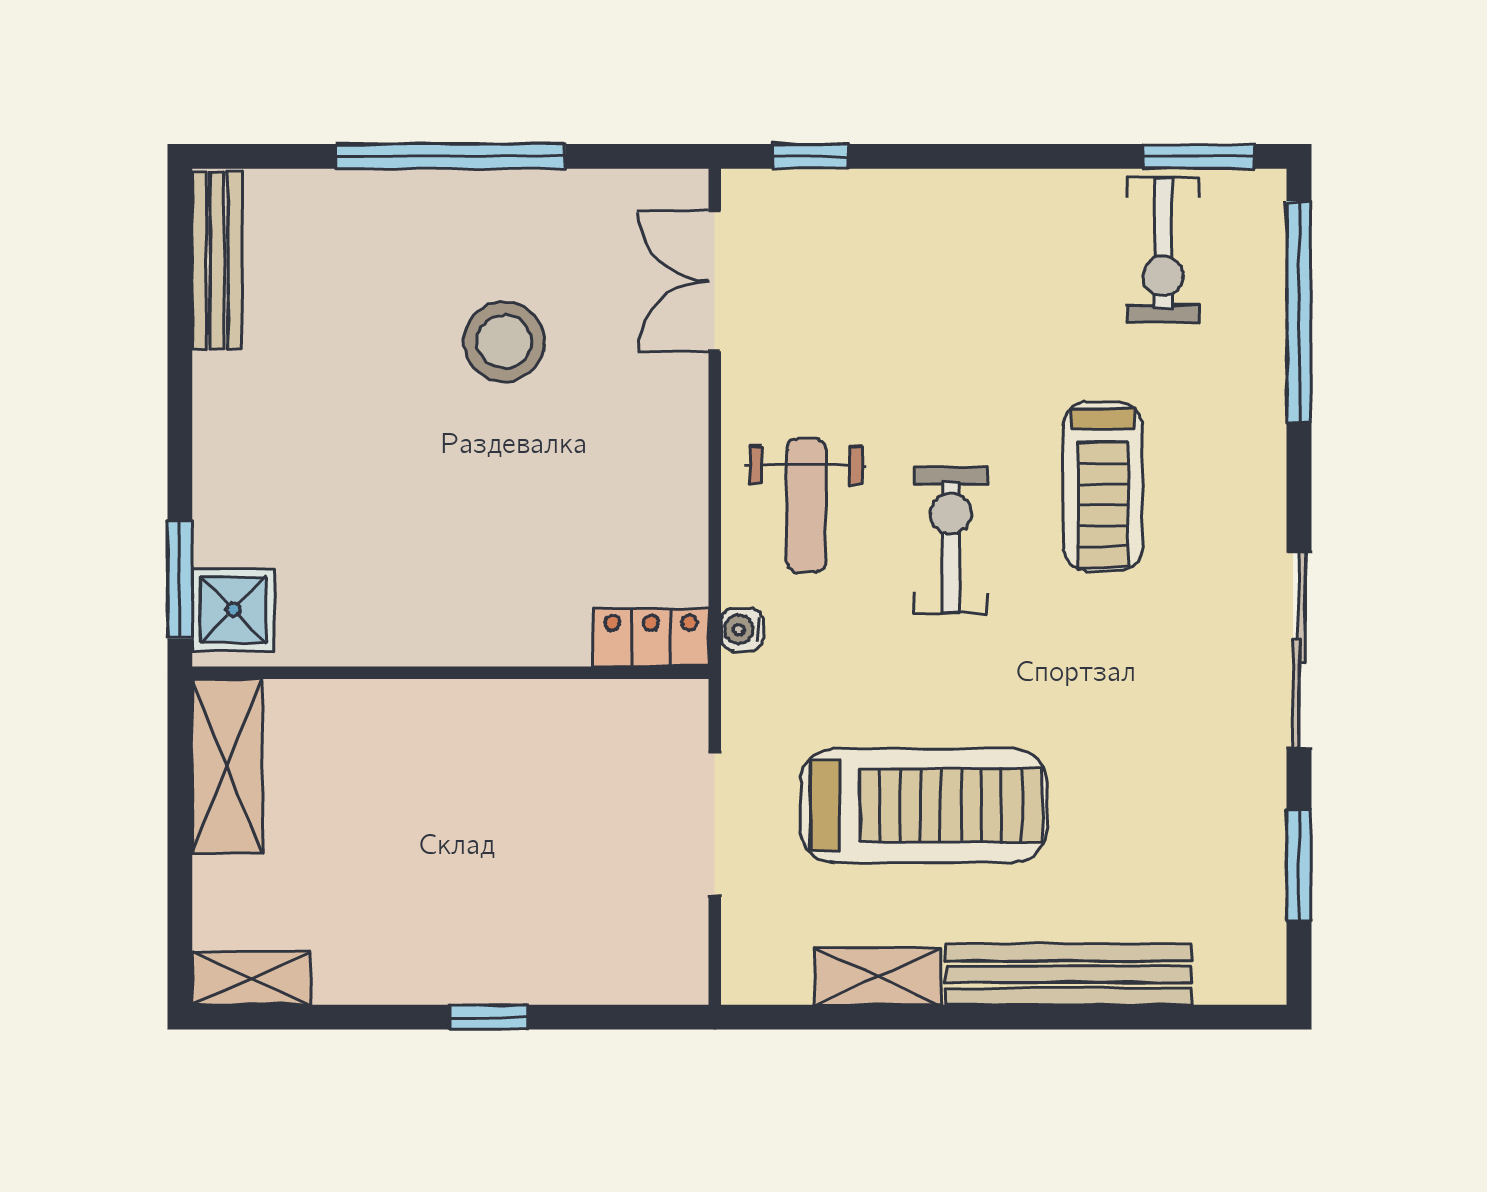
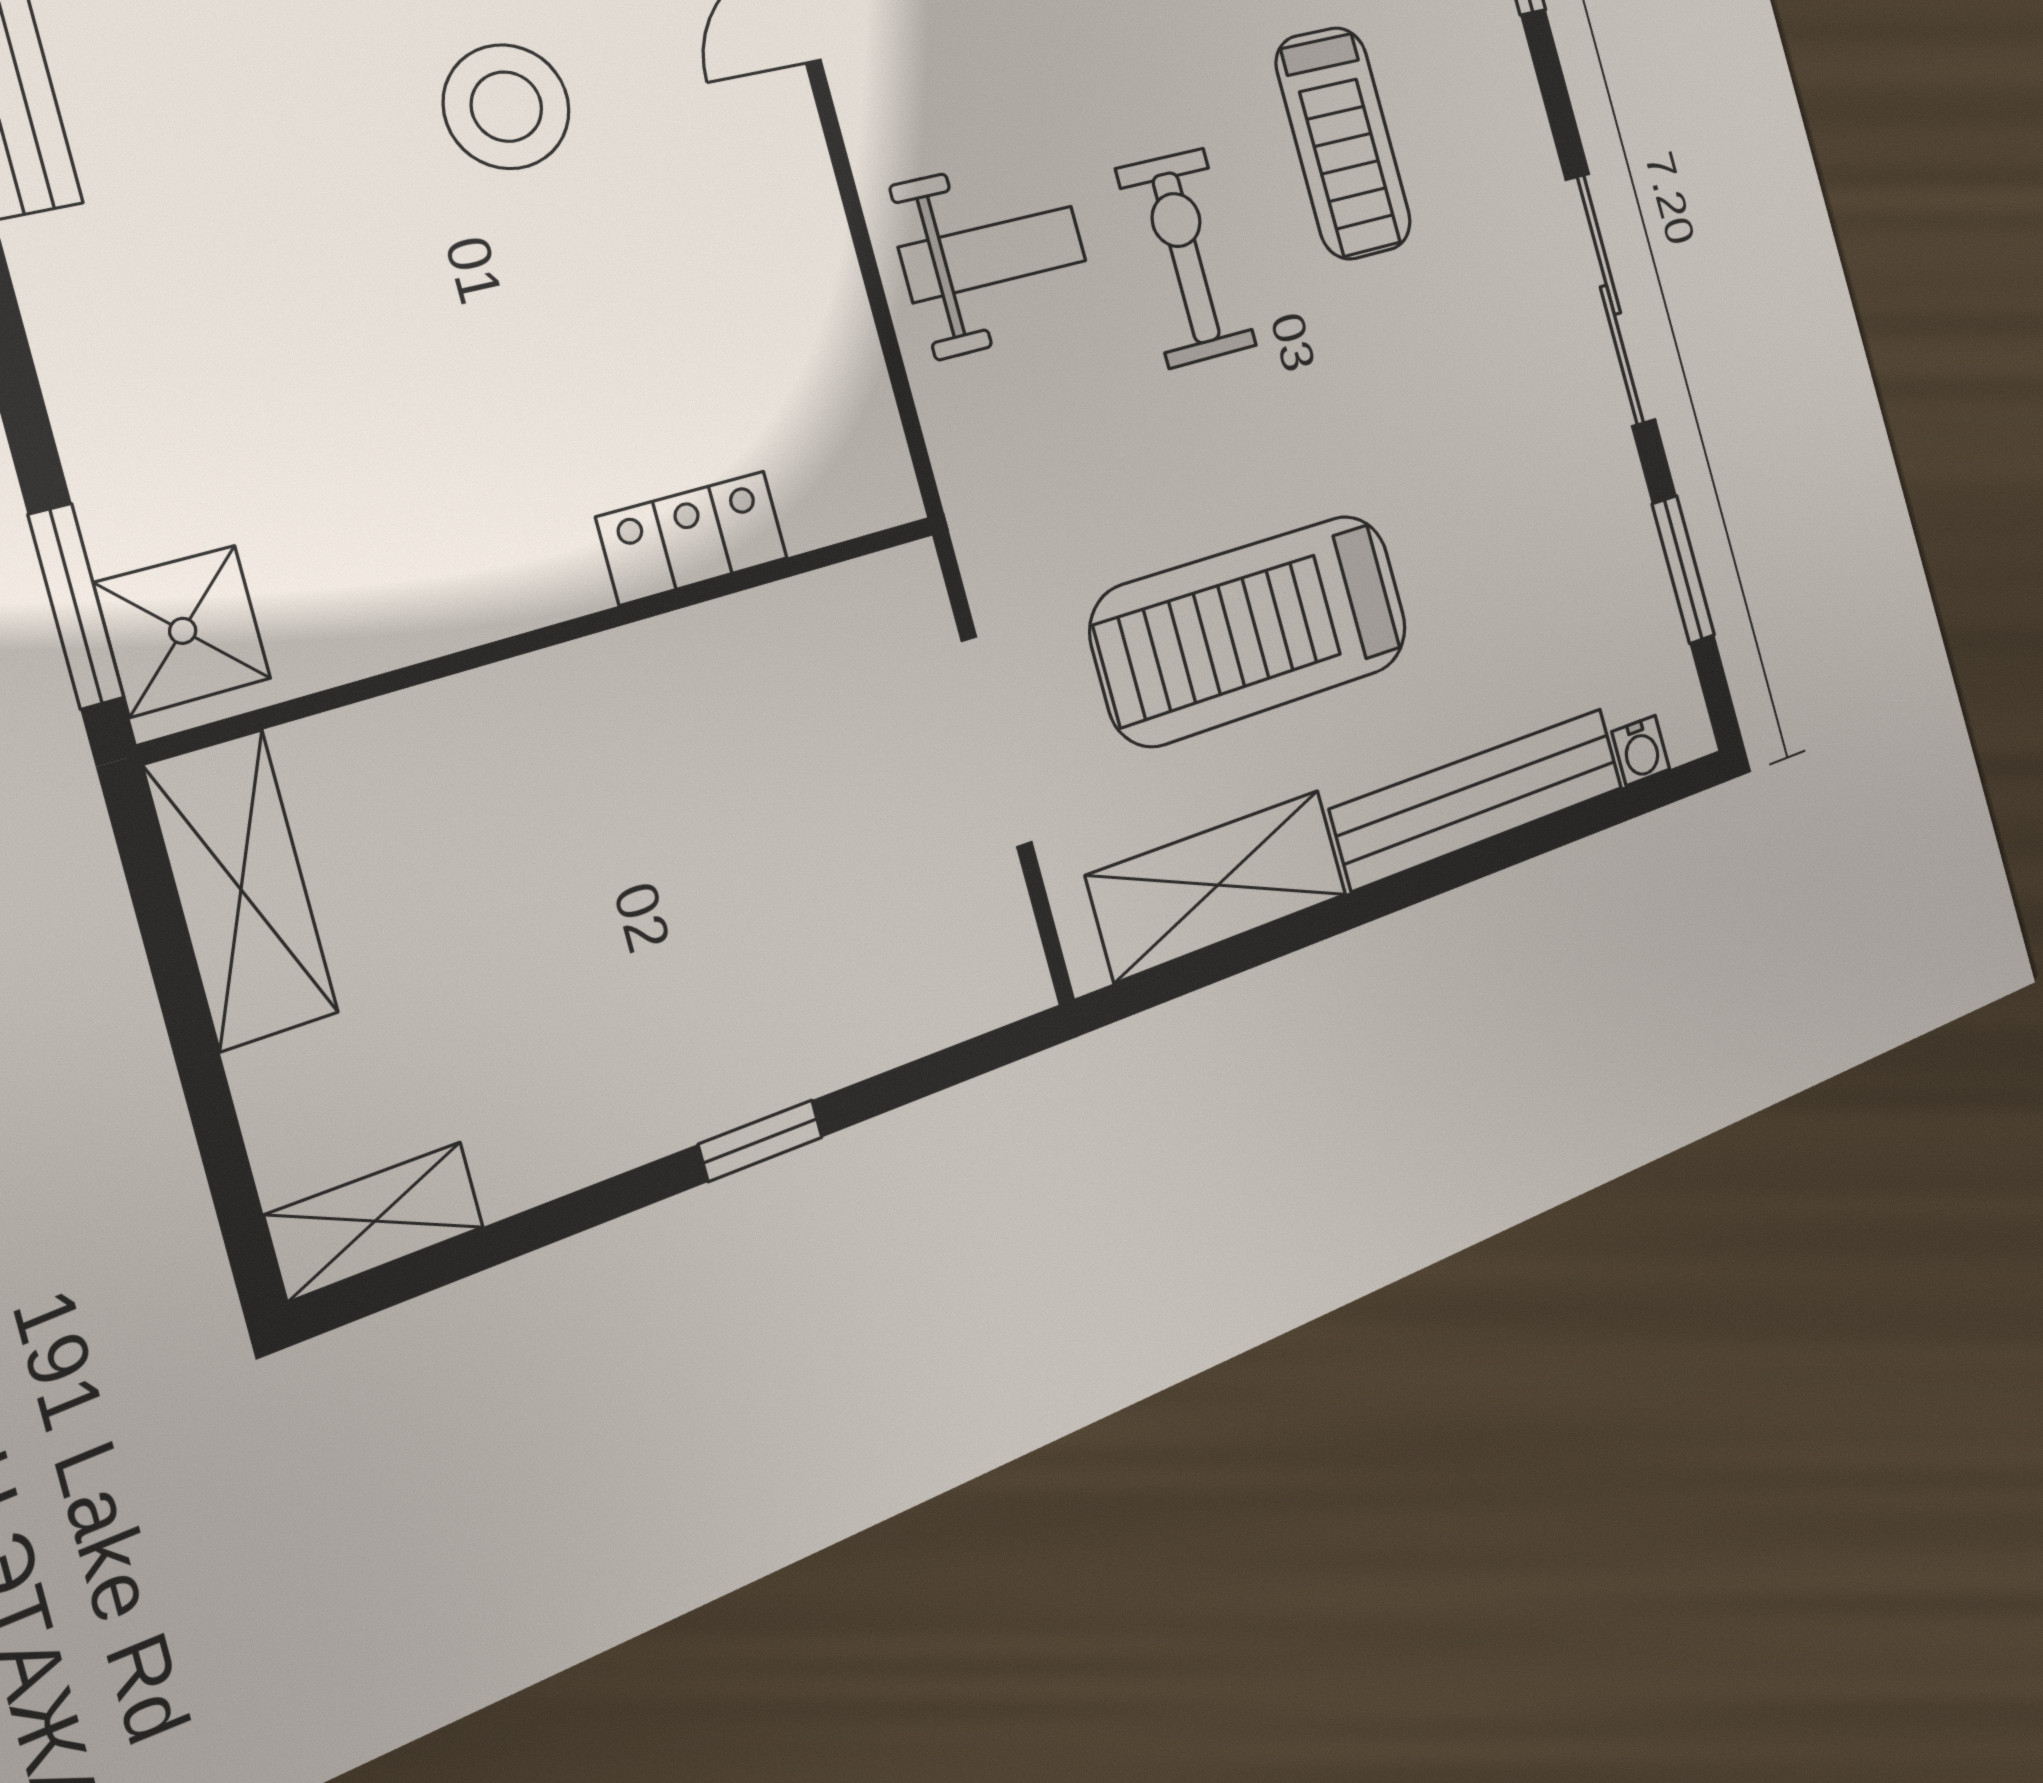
weight bench: (806, 505) -> (993, 254), turned -90
water cooler: (742, 630) -> (1641, 750), moved, turned -90
locker: (651, 637) -> (692, 538), moved
treadmill: (924, 806) -> (1252, 629), turned 180
shelving: (878, 976) -> (1218, 885), width x1.50, depth x1.33

